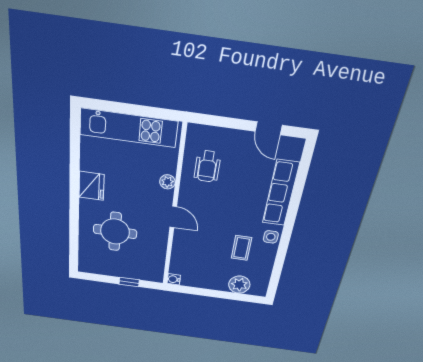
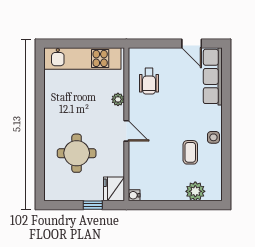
fridge: (91, 186) -> (114, 189), moved, turned 180
row of seats: (281, 193) -> (213, 76), moved

